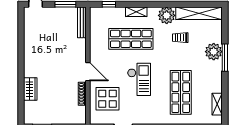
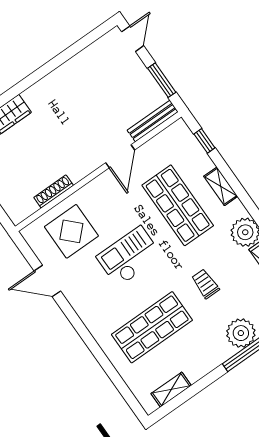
trolley: (180, 38) -> (205, 284), moved
door: (88, 72) -> (120, 156), moved
checkout: (139, 79) -> (129, 256), turned 180

